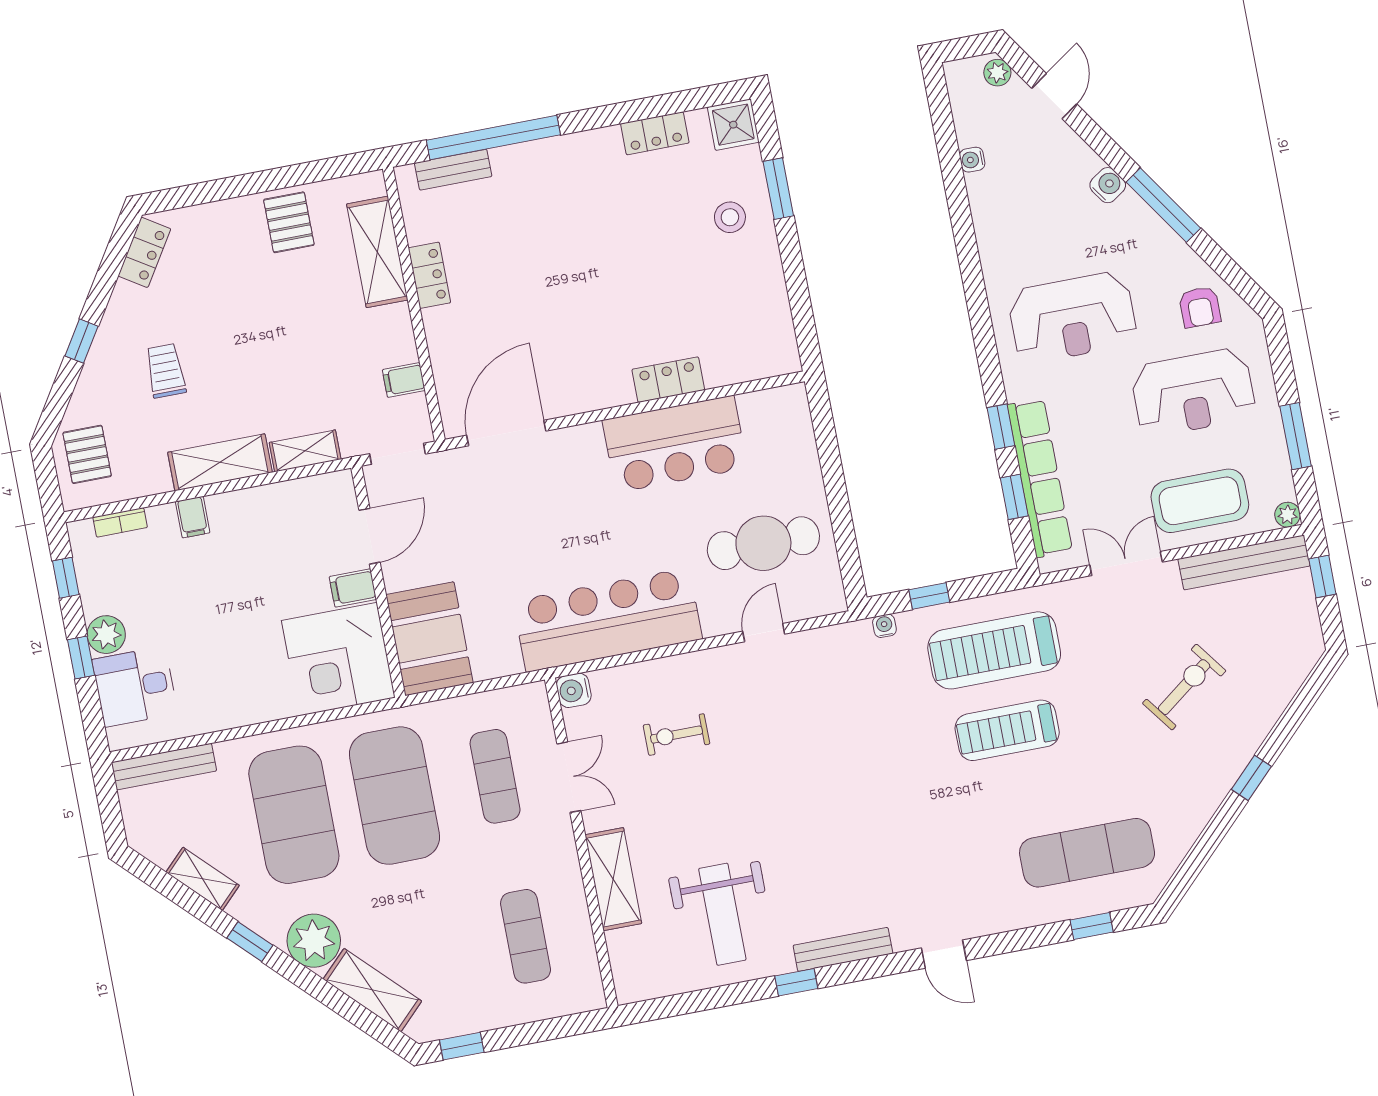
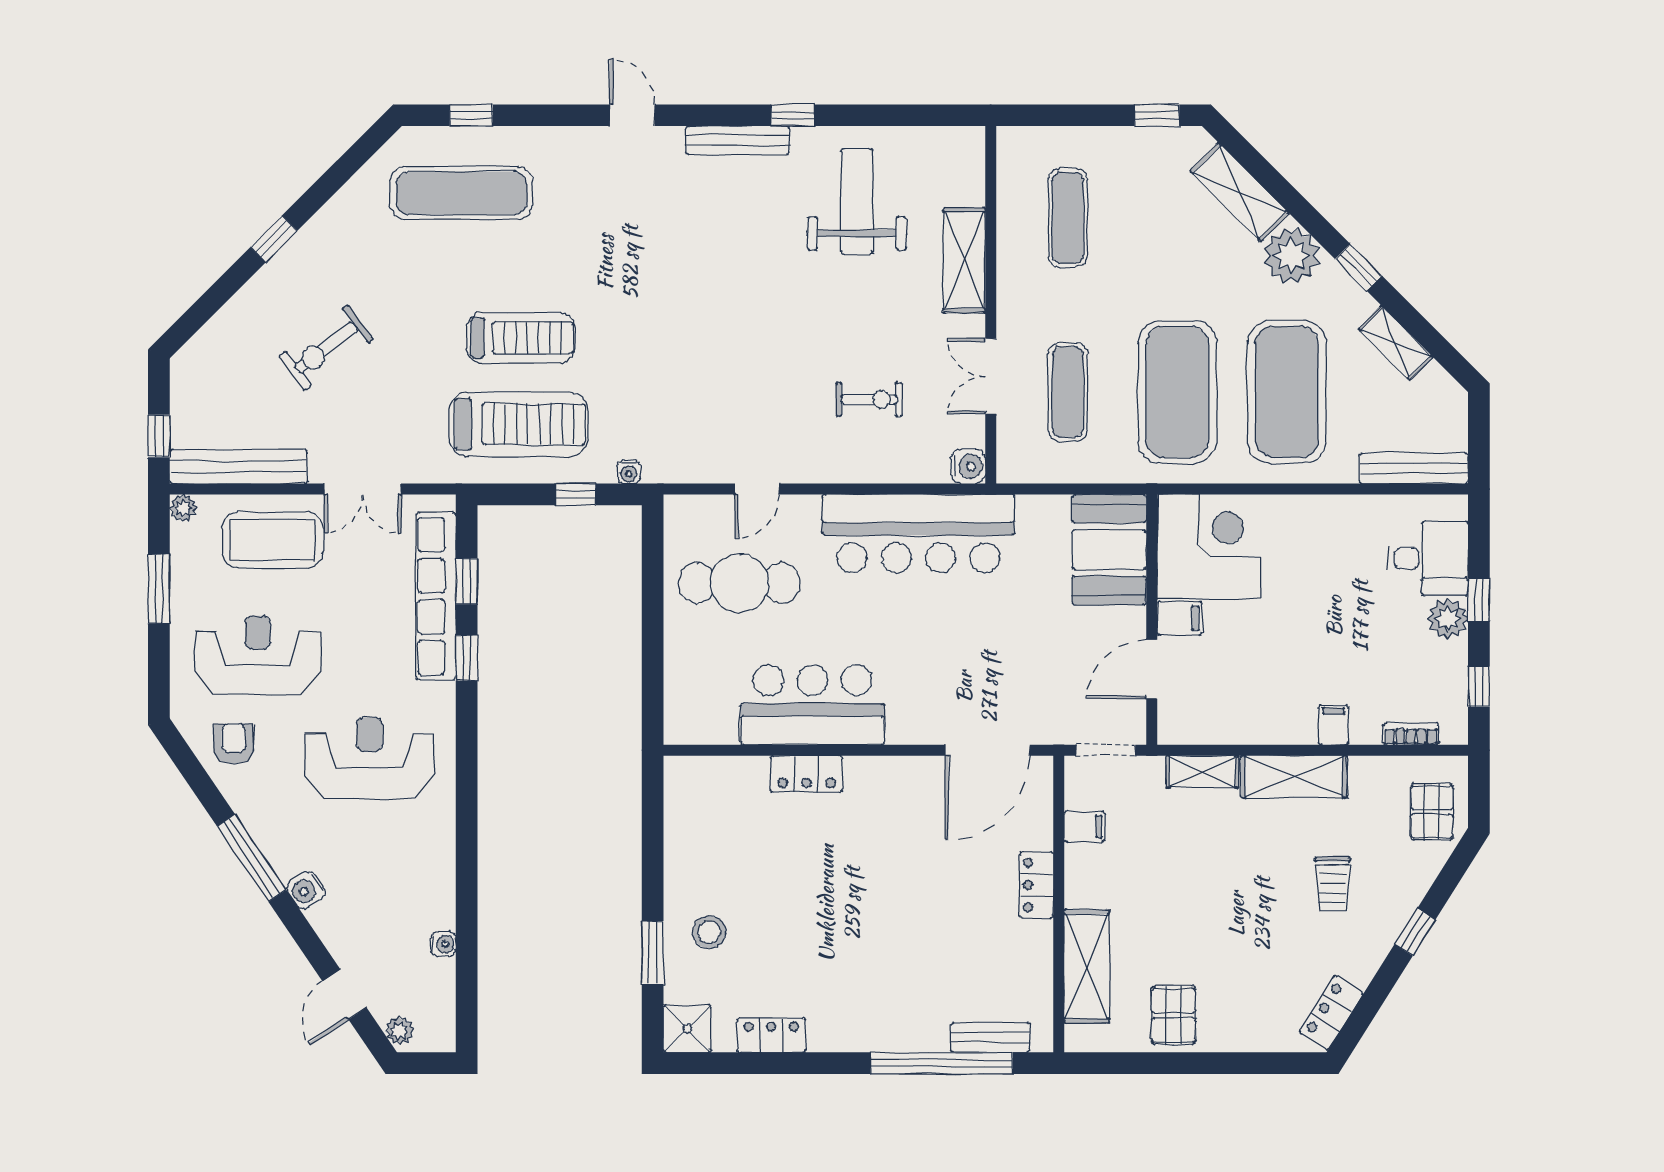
locker: (429, 275) -> (1036, 885), moved

